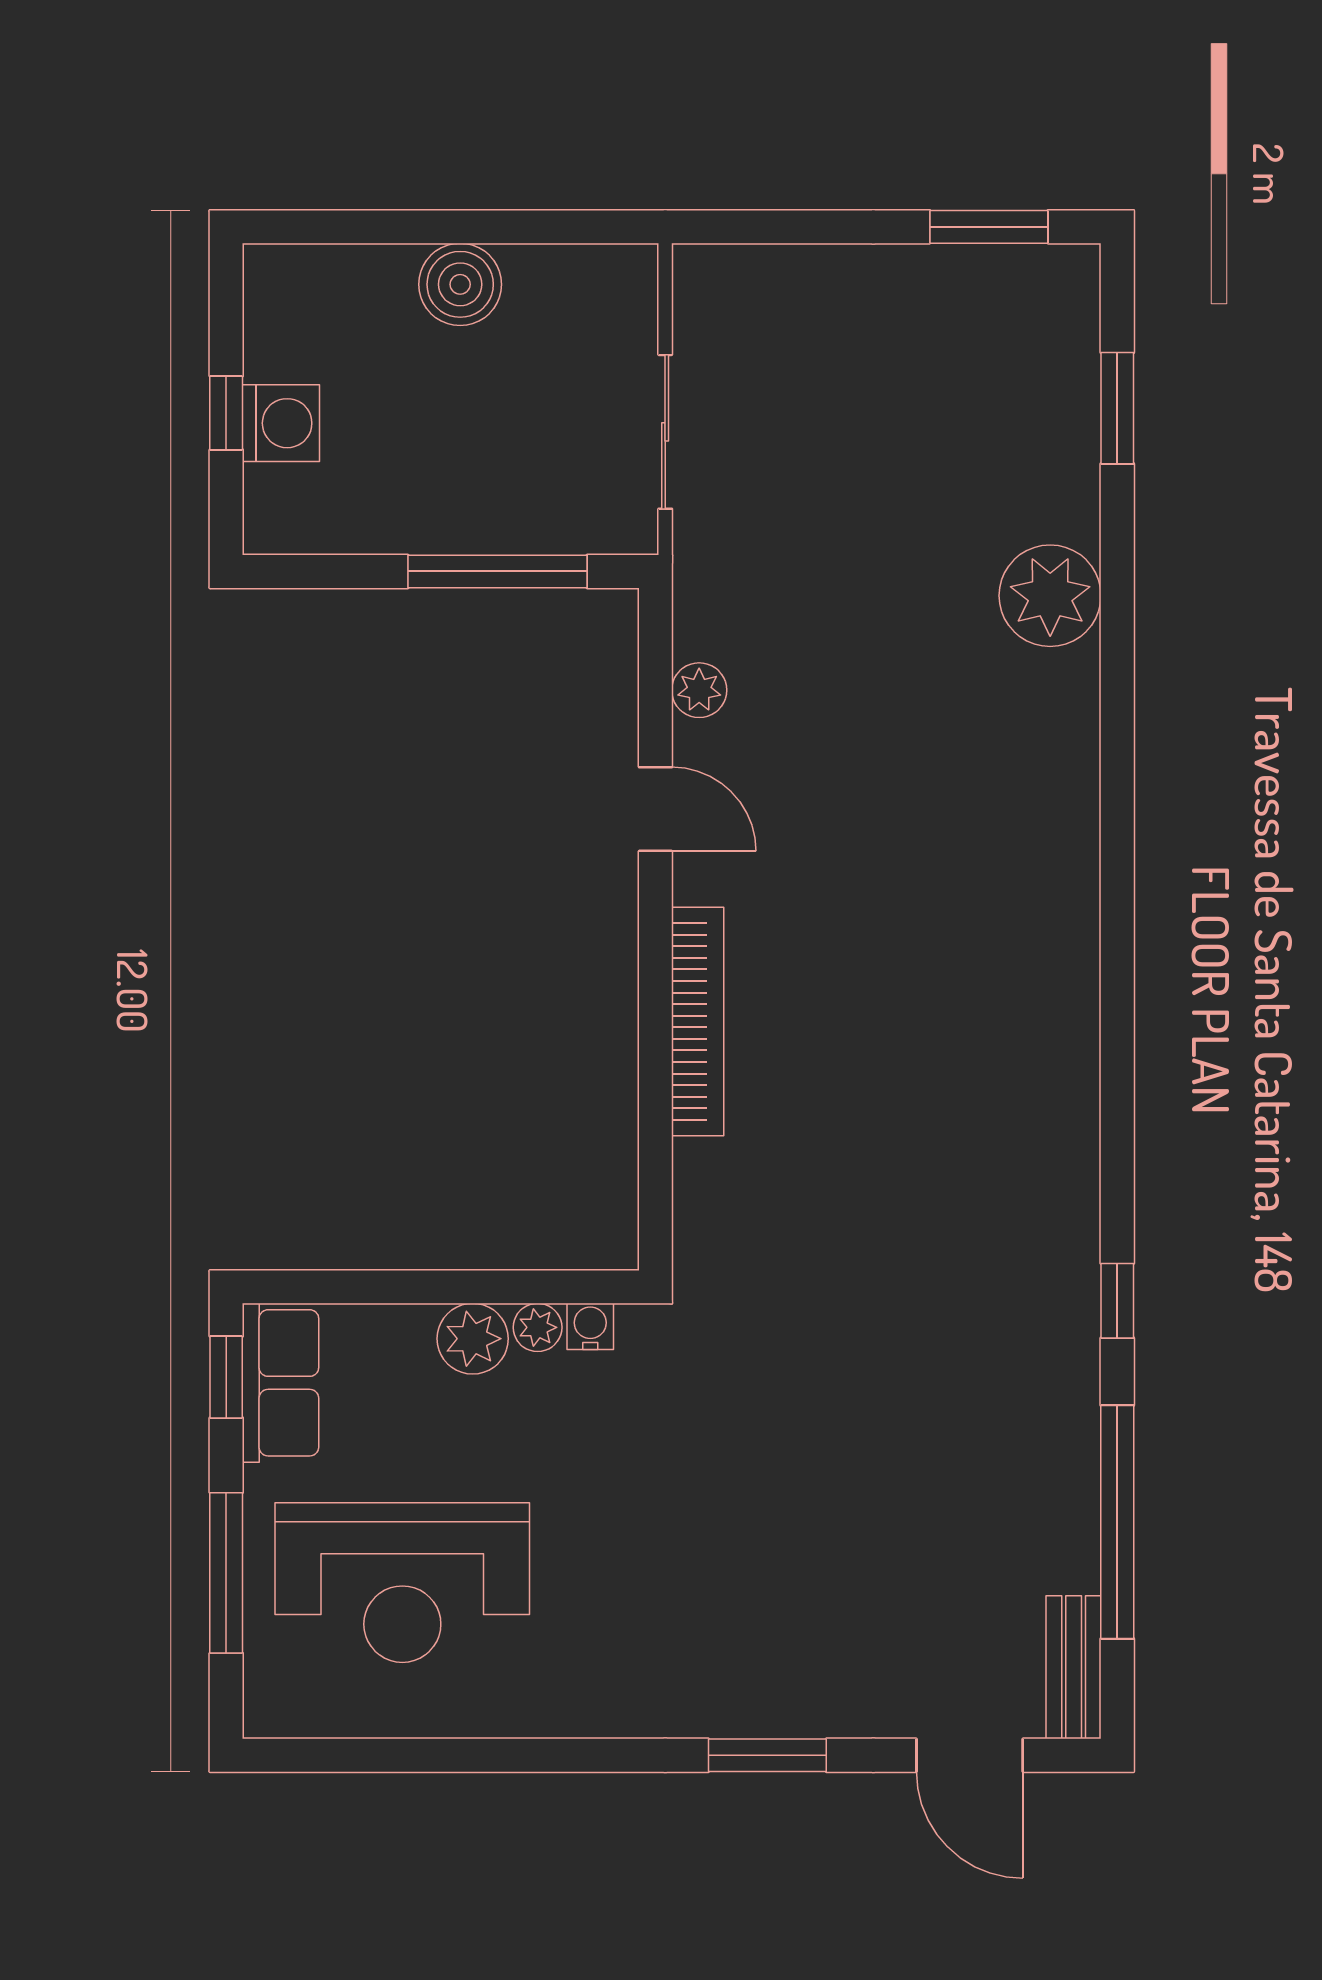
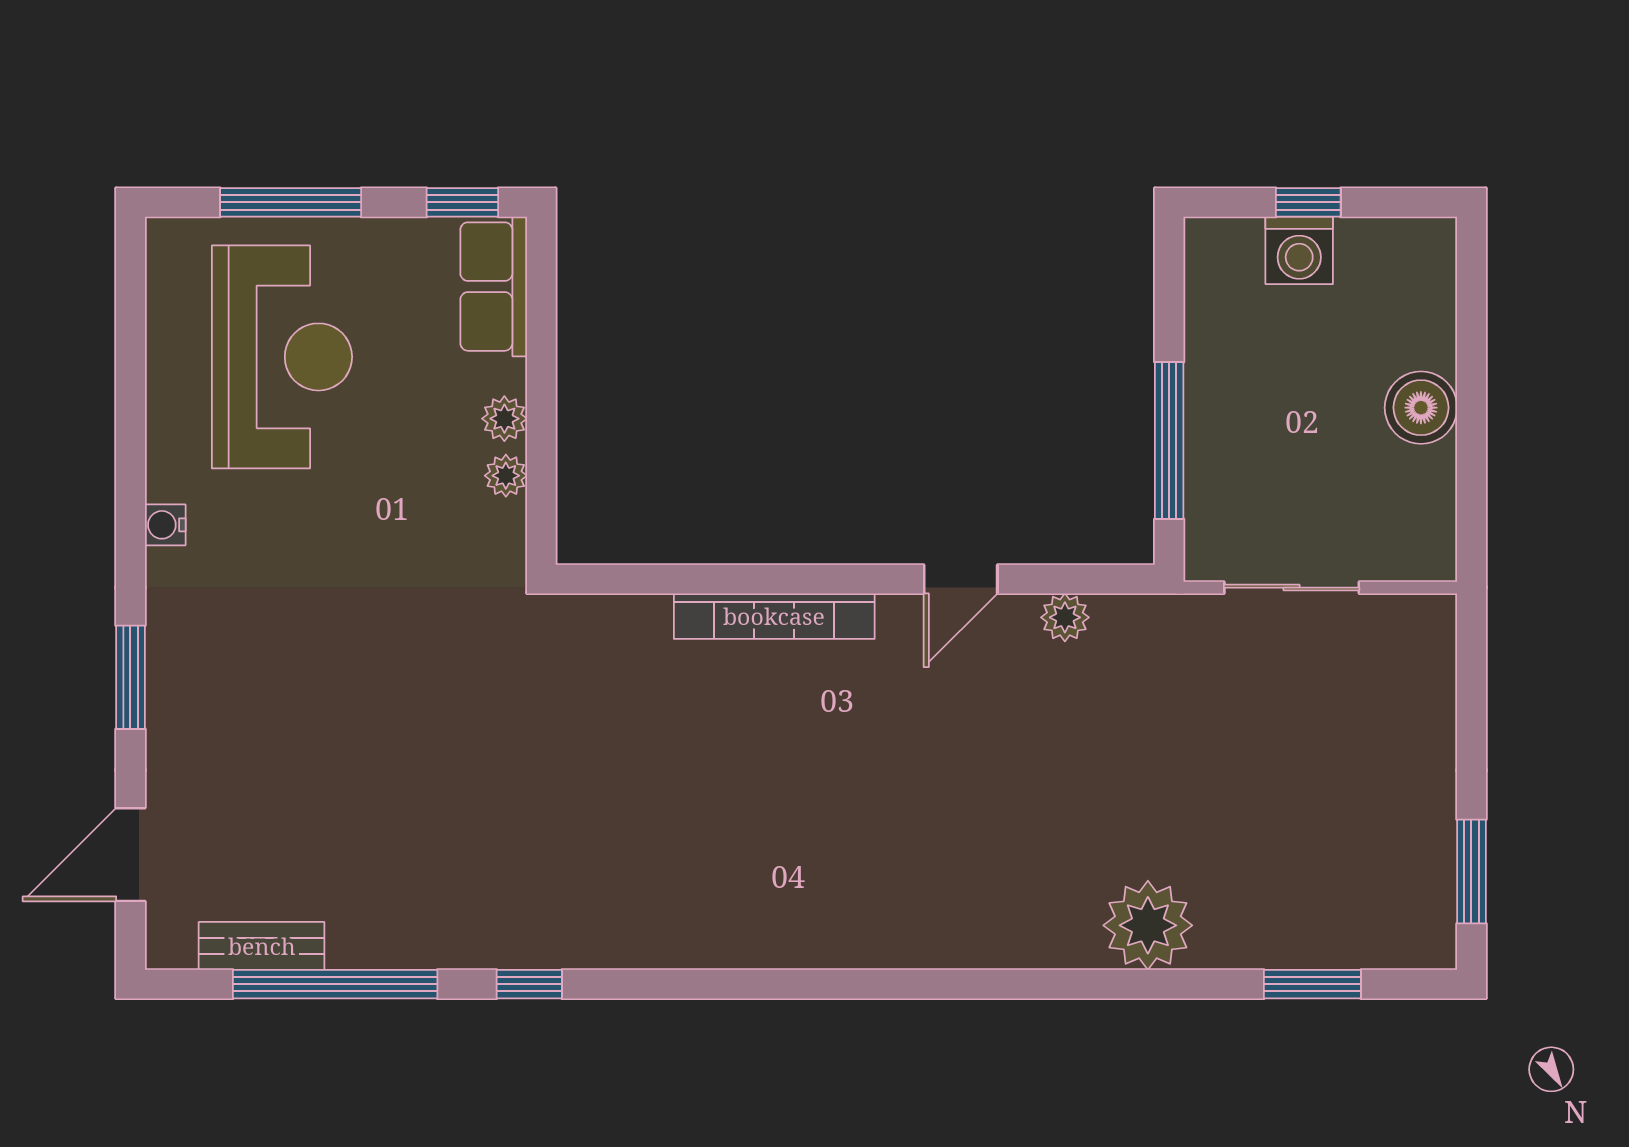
water cooler: (590, 1326) -> (165, 525), moved, turned 180
plant: (473, 1339) -> (504, 419), width x0.73, depth x0.73
row of seats: (281, 1383) -> (494, 287), moved, turned 90
reception desk: (402, 1583) -> (282, 357), turned 180
bench: (1074, 1667) -> (262, 946), moved

